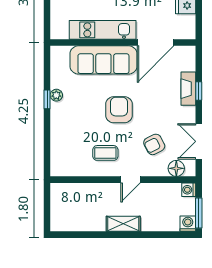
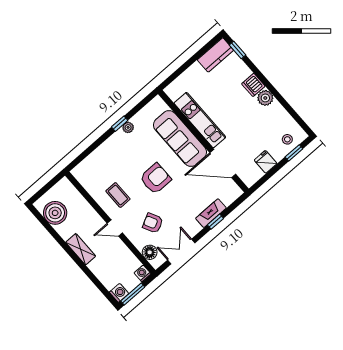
boiler: (74, 219) -> (55, 213), added

